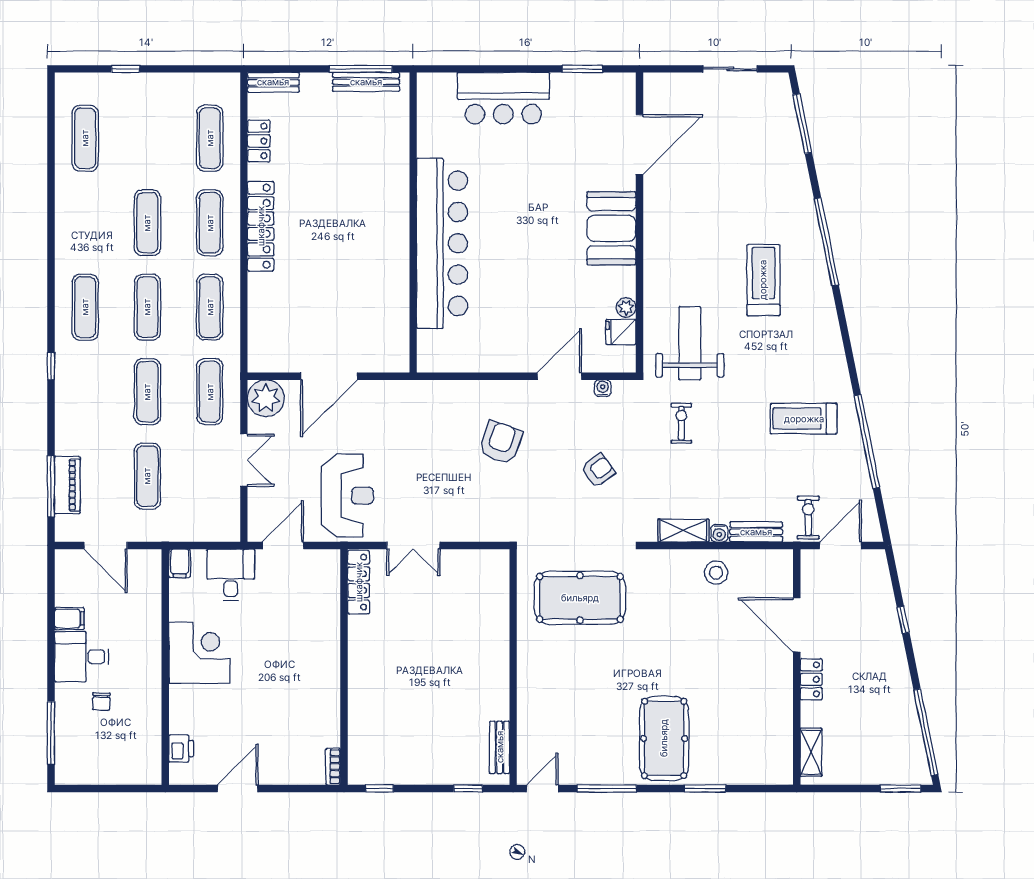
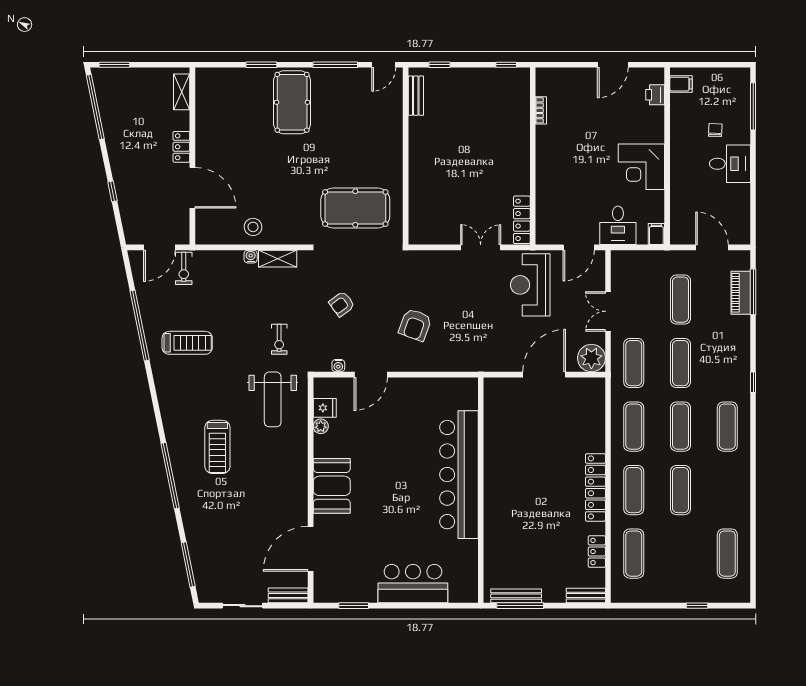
bench: (756, 532) -> (288, 595), moved
filing cabinet: (69, 619) -> (681, 84), moved, turned 180
bookcase: (333, 767) -> (541, 110), moved

